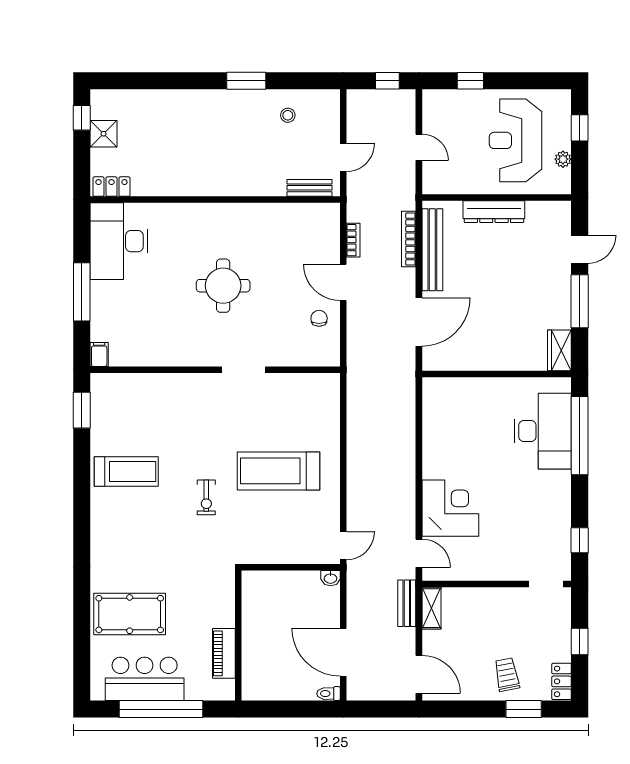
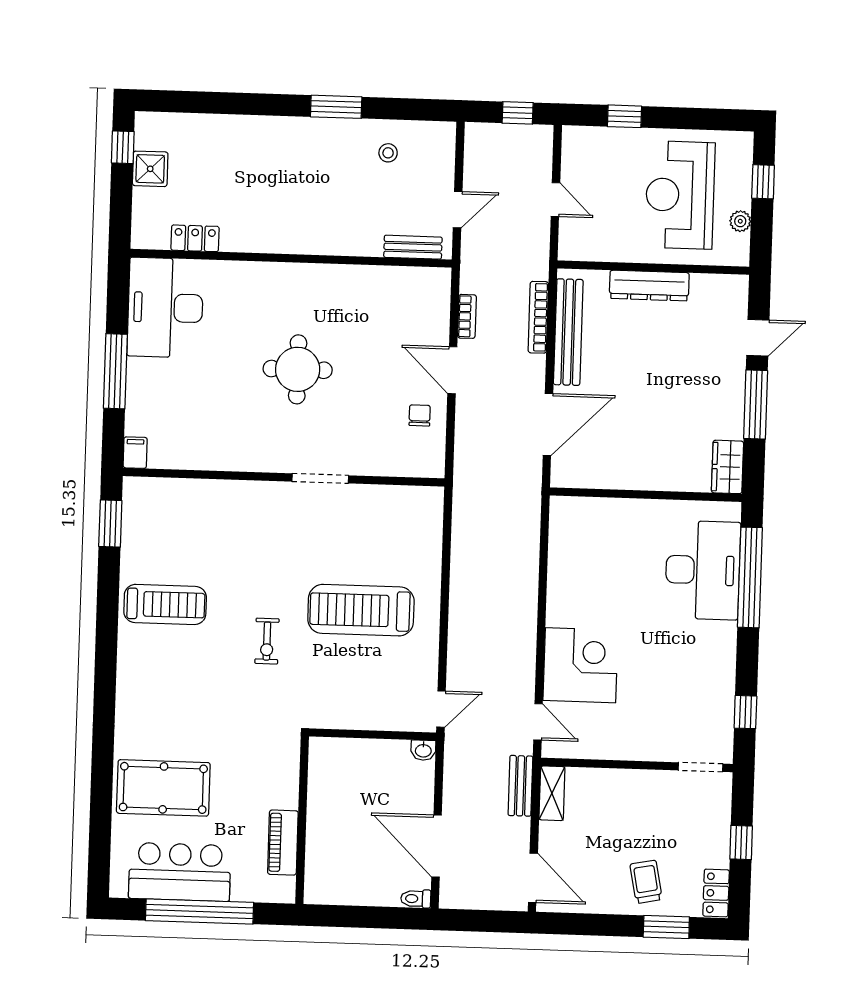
locker: (111, 187) -> (195, 238), moved

